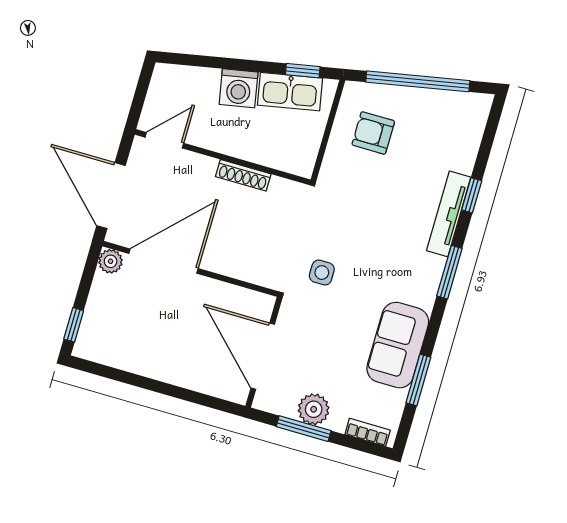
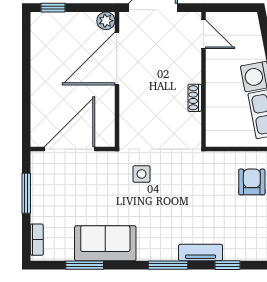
shoe rack: (243, 175) -> (195, 98), width x0.70
tv unit: (449, 214) -> (201, 253), width x0.71
door: (163, 261) -> (117, 59), swing flipped
plant: (314, 409) -> (42, 196), removed

